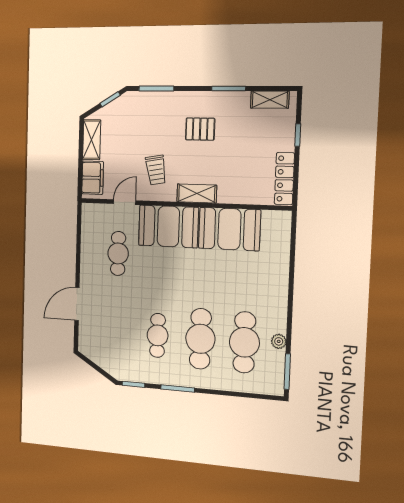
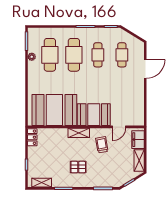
locker: (284, 179) -> (32, 137), width x0.66
booth: (229, 229) -> (54, 110), width x1.36, depth x1.42
cafe table: (118, 253) -> (122, 55), moved

